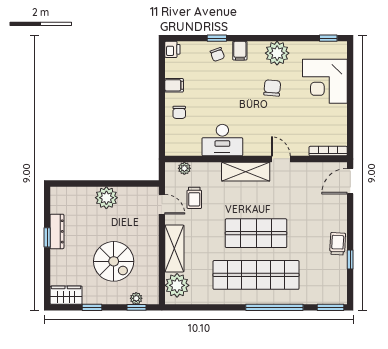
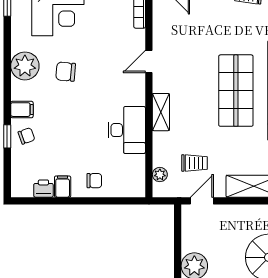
printer: (172, 49) -> (43, 189), moved
shelving: (246, 172) -> (161, 112), width x0.67, depth x0.75

